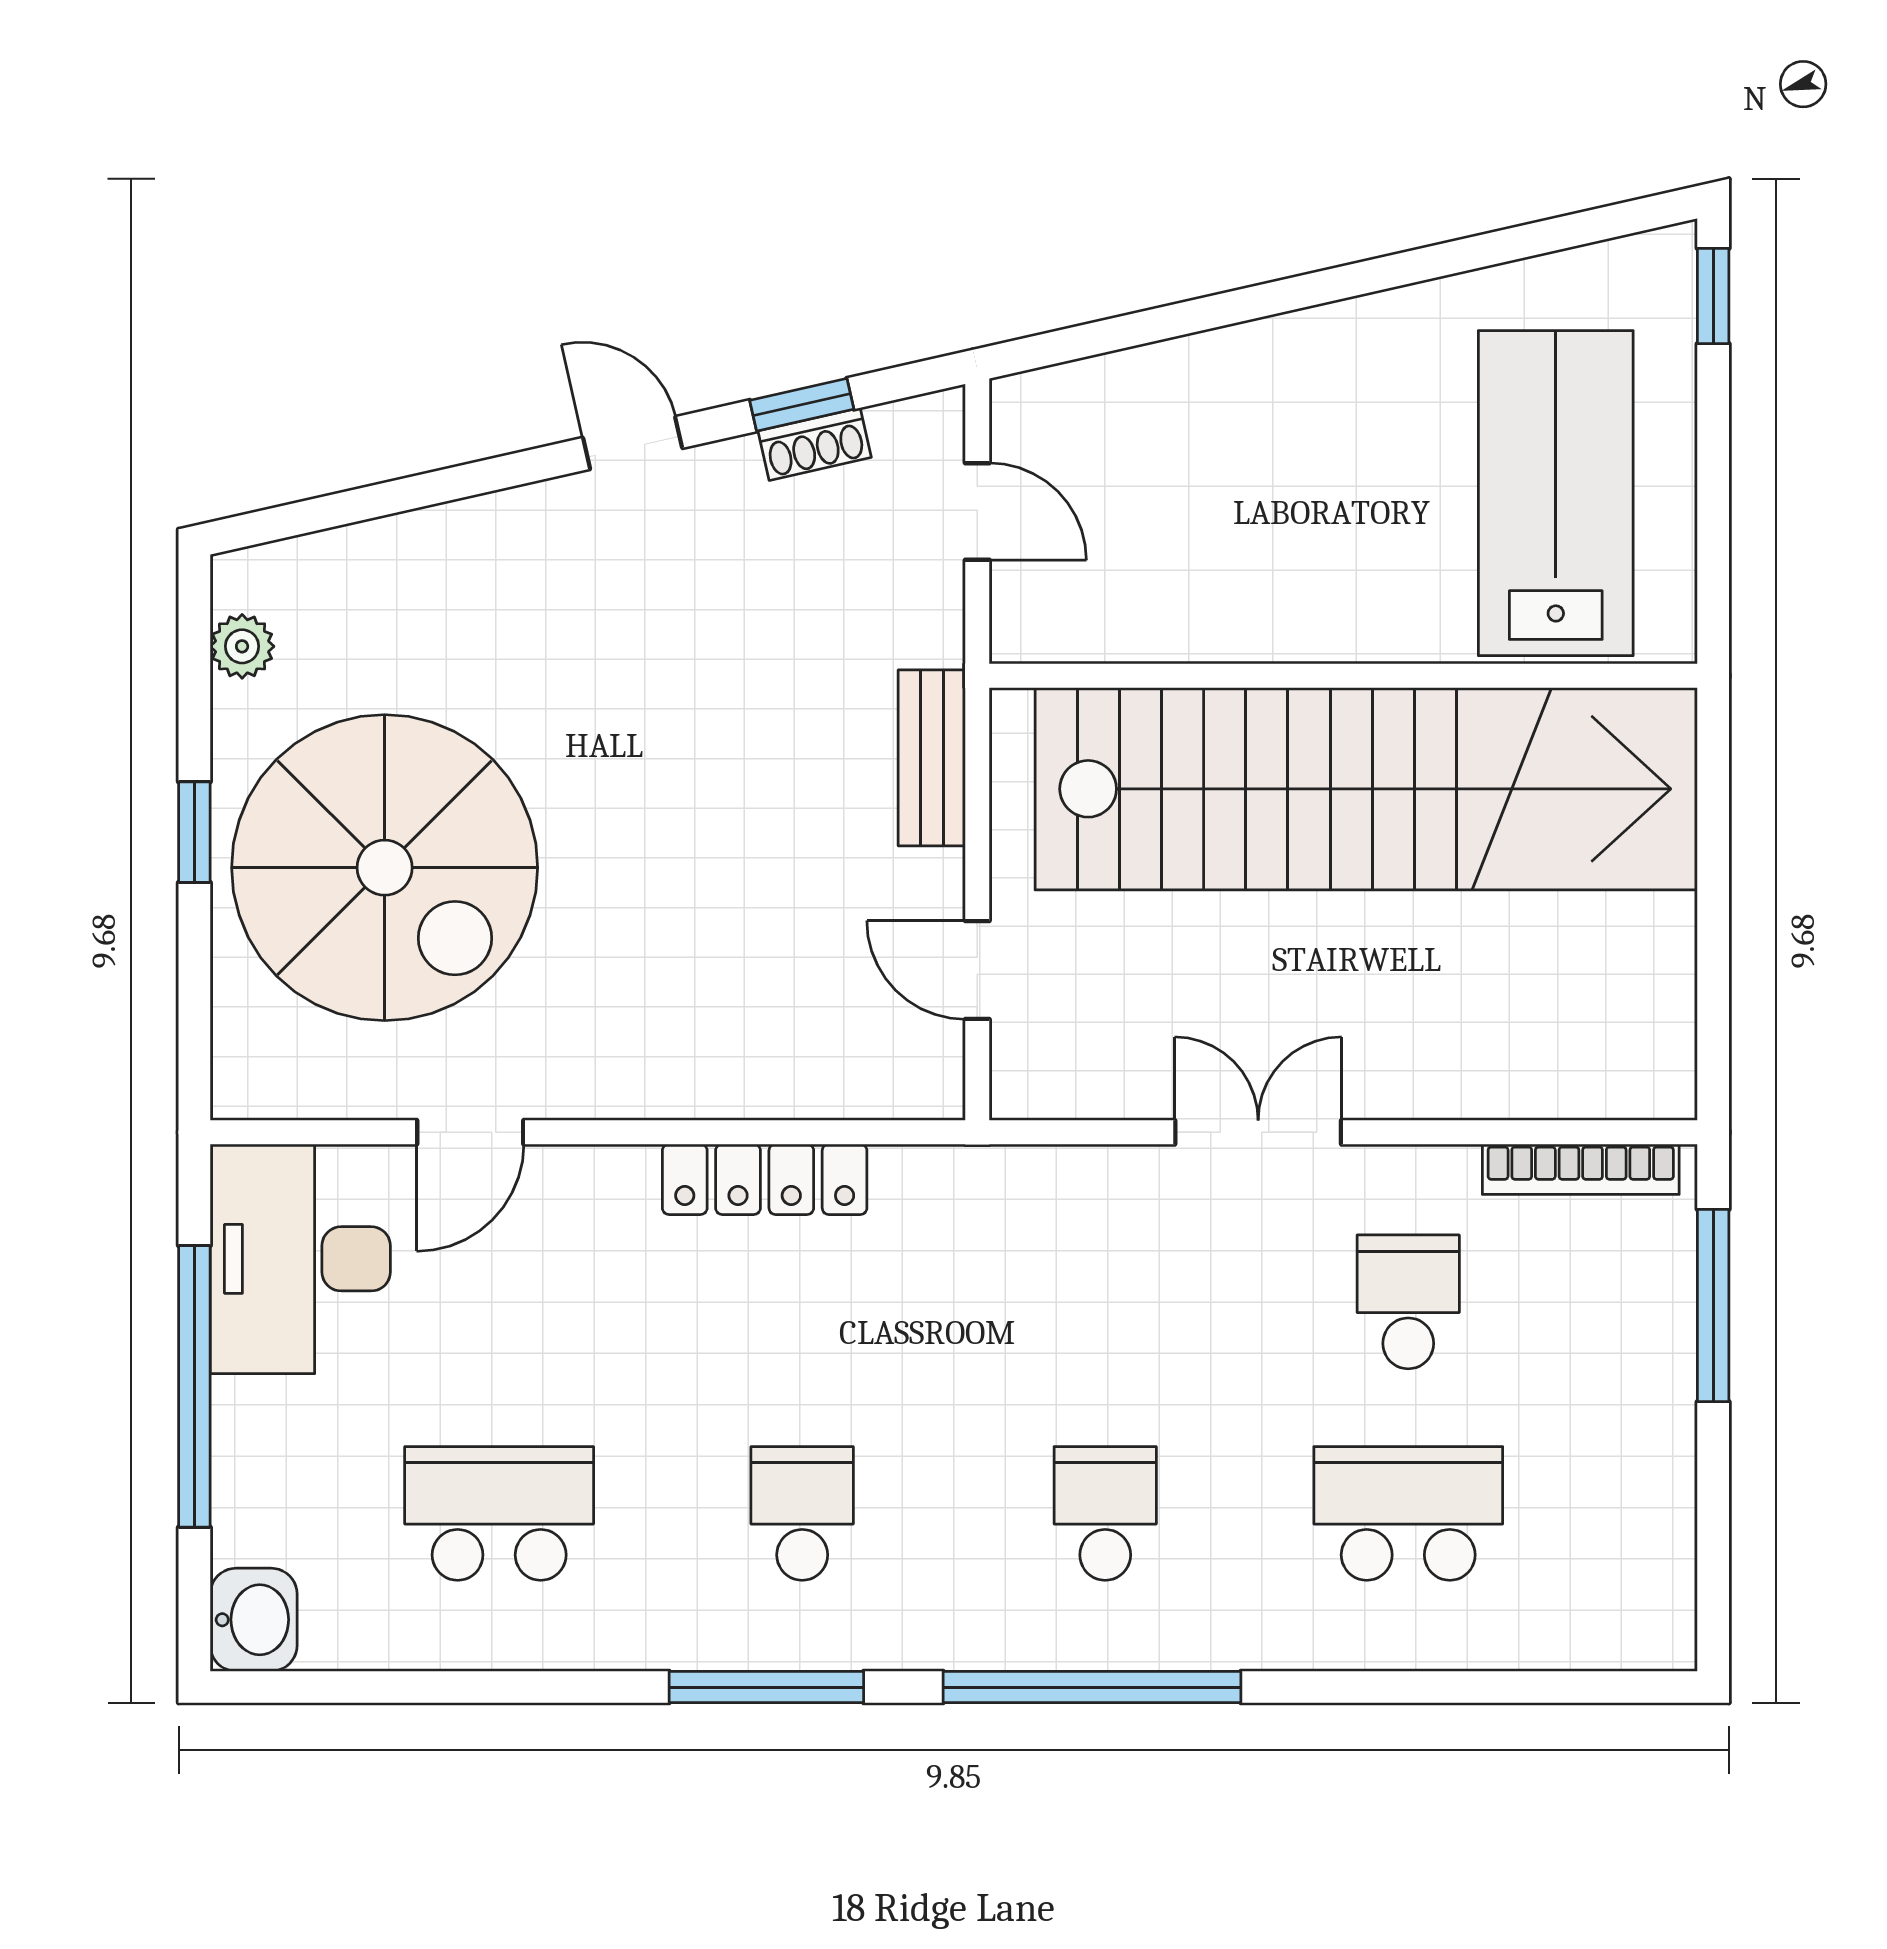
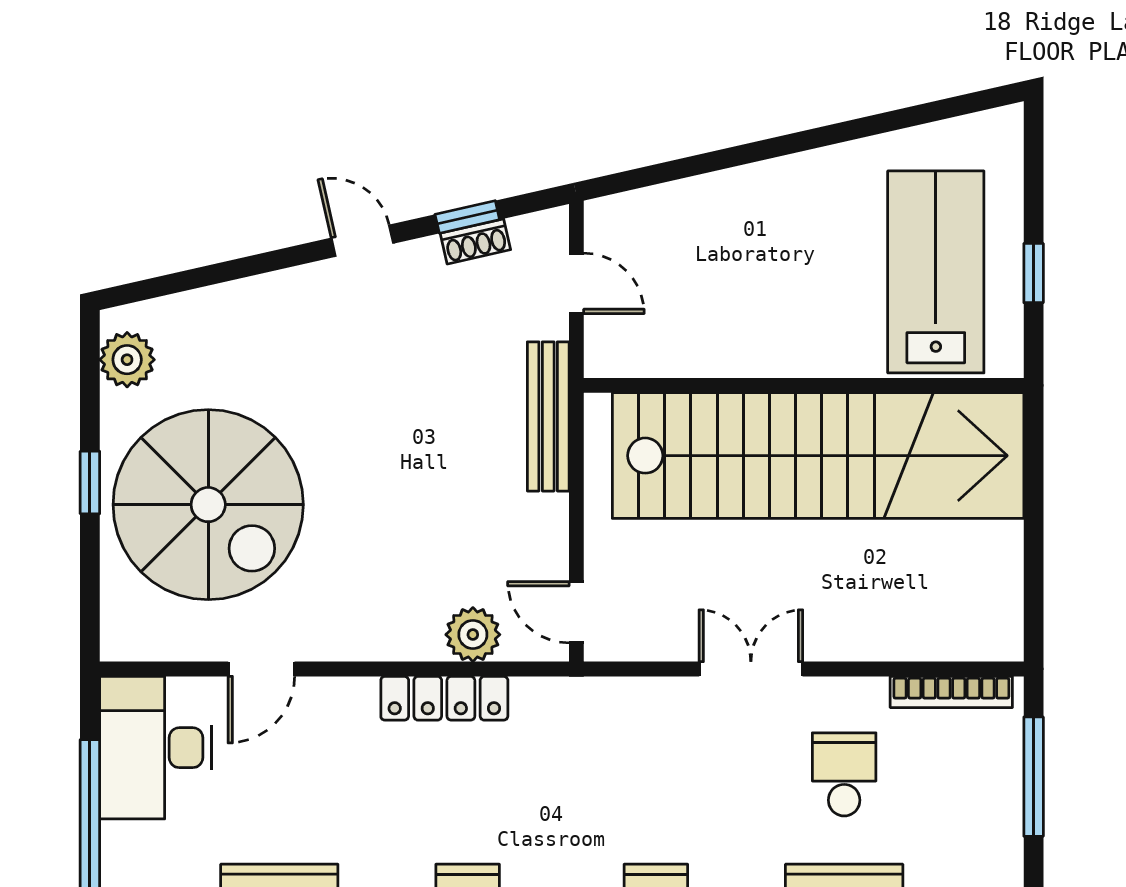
window: (1713, 296) -> (1034, 273), moved
plant: (242, 646) -> (127, 360), width x1.38, depth x1.38
bench: (932, 758) -> (548, 416), width x1.36
door: (977, 970) -> (576, 612), moved
plant: (811, 1077) -> (473, 635), added

